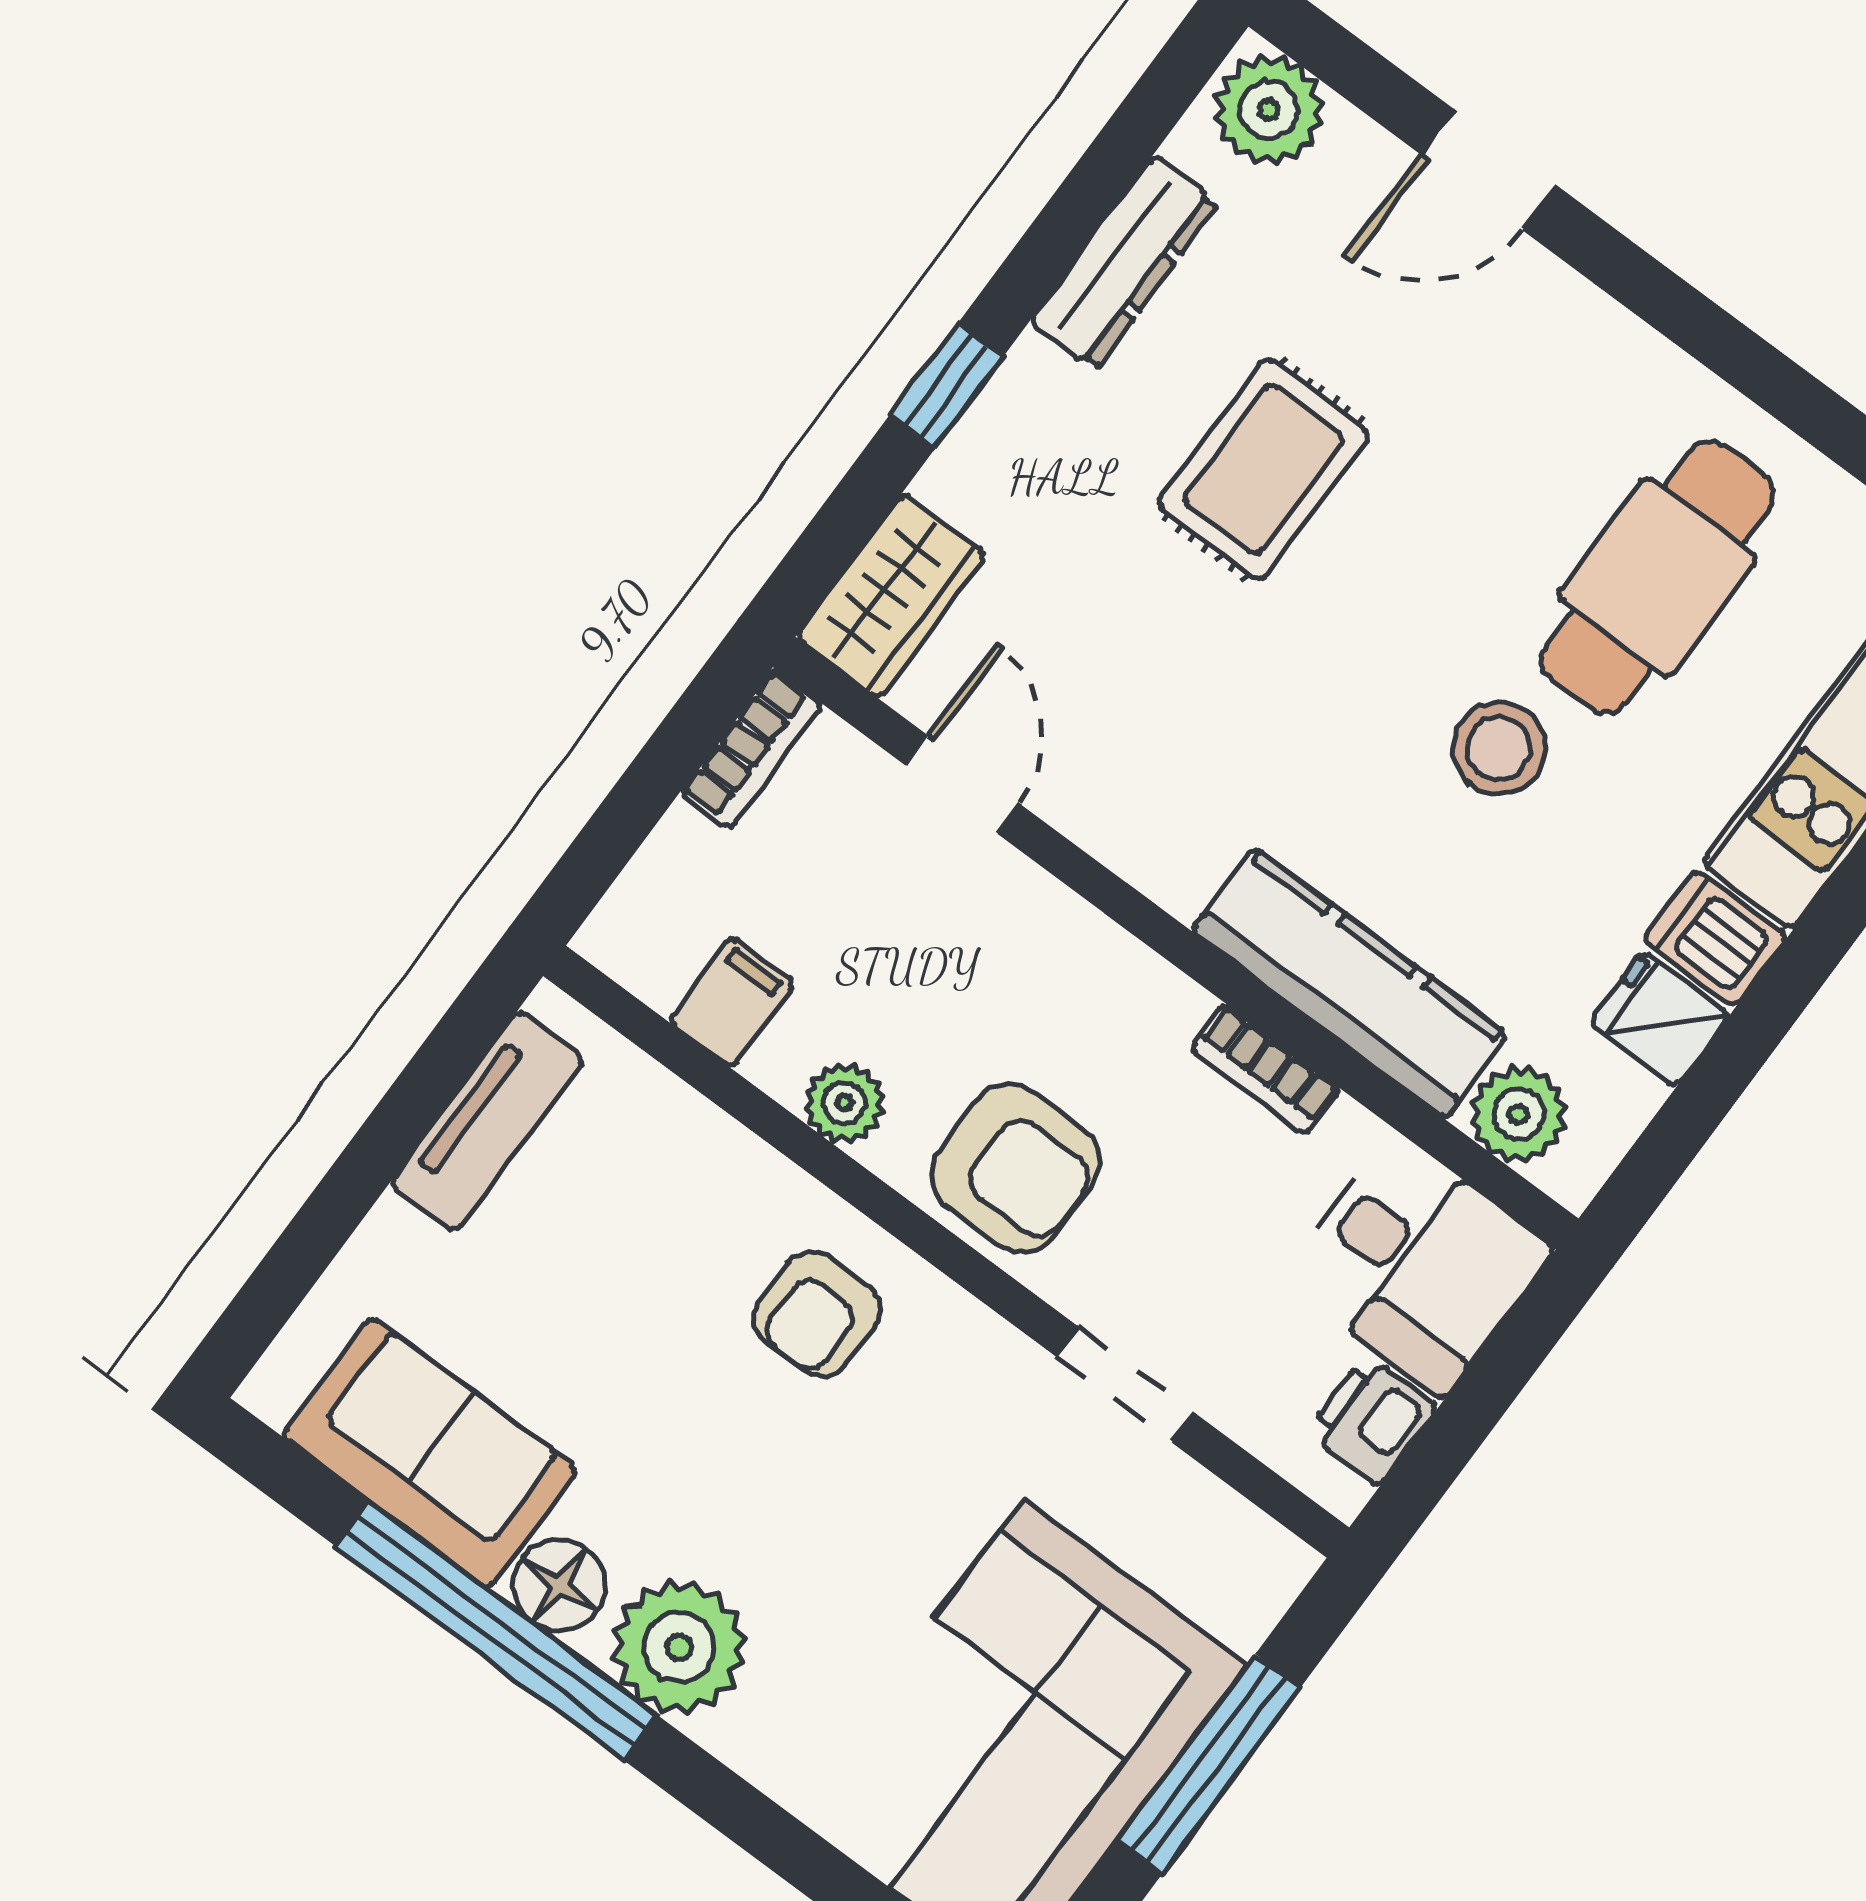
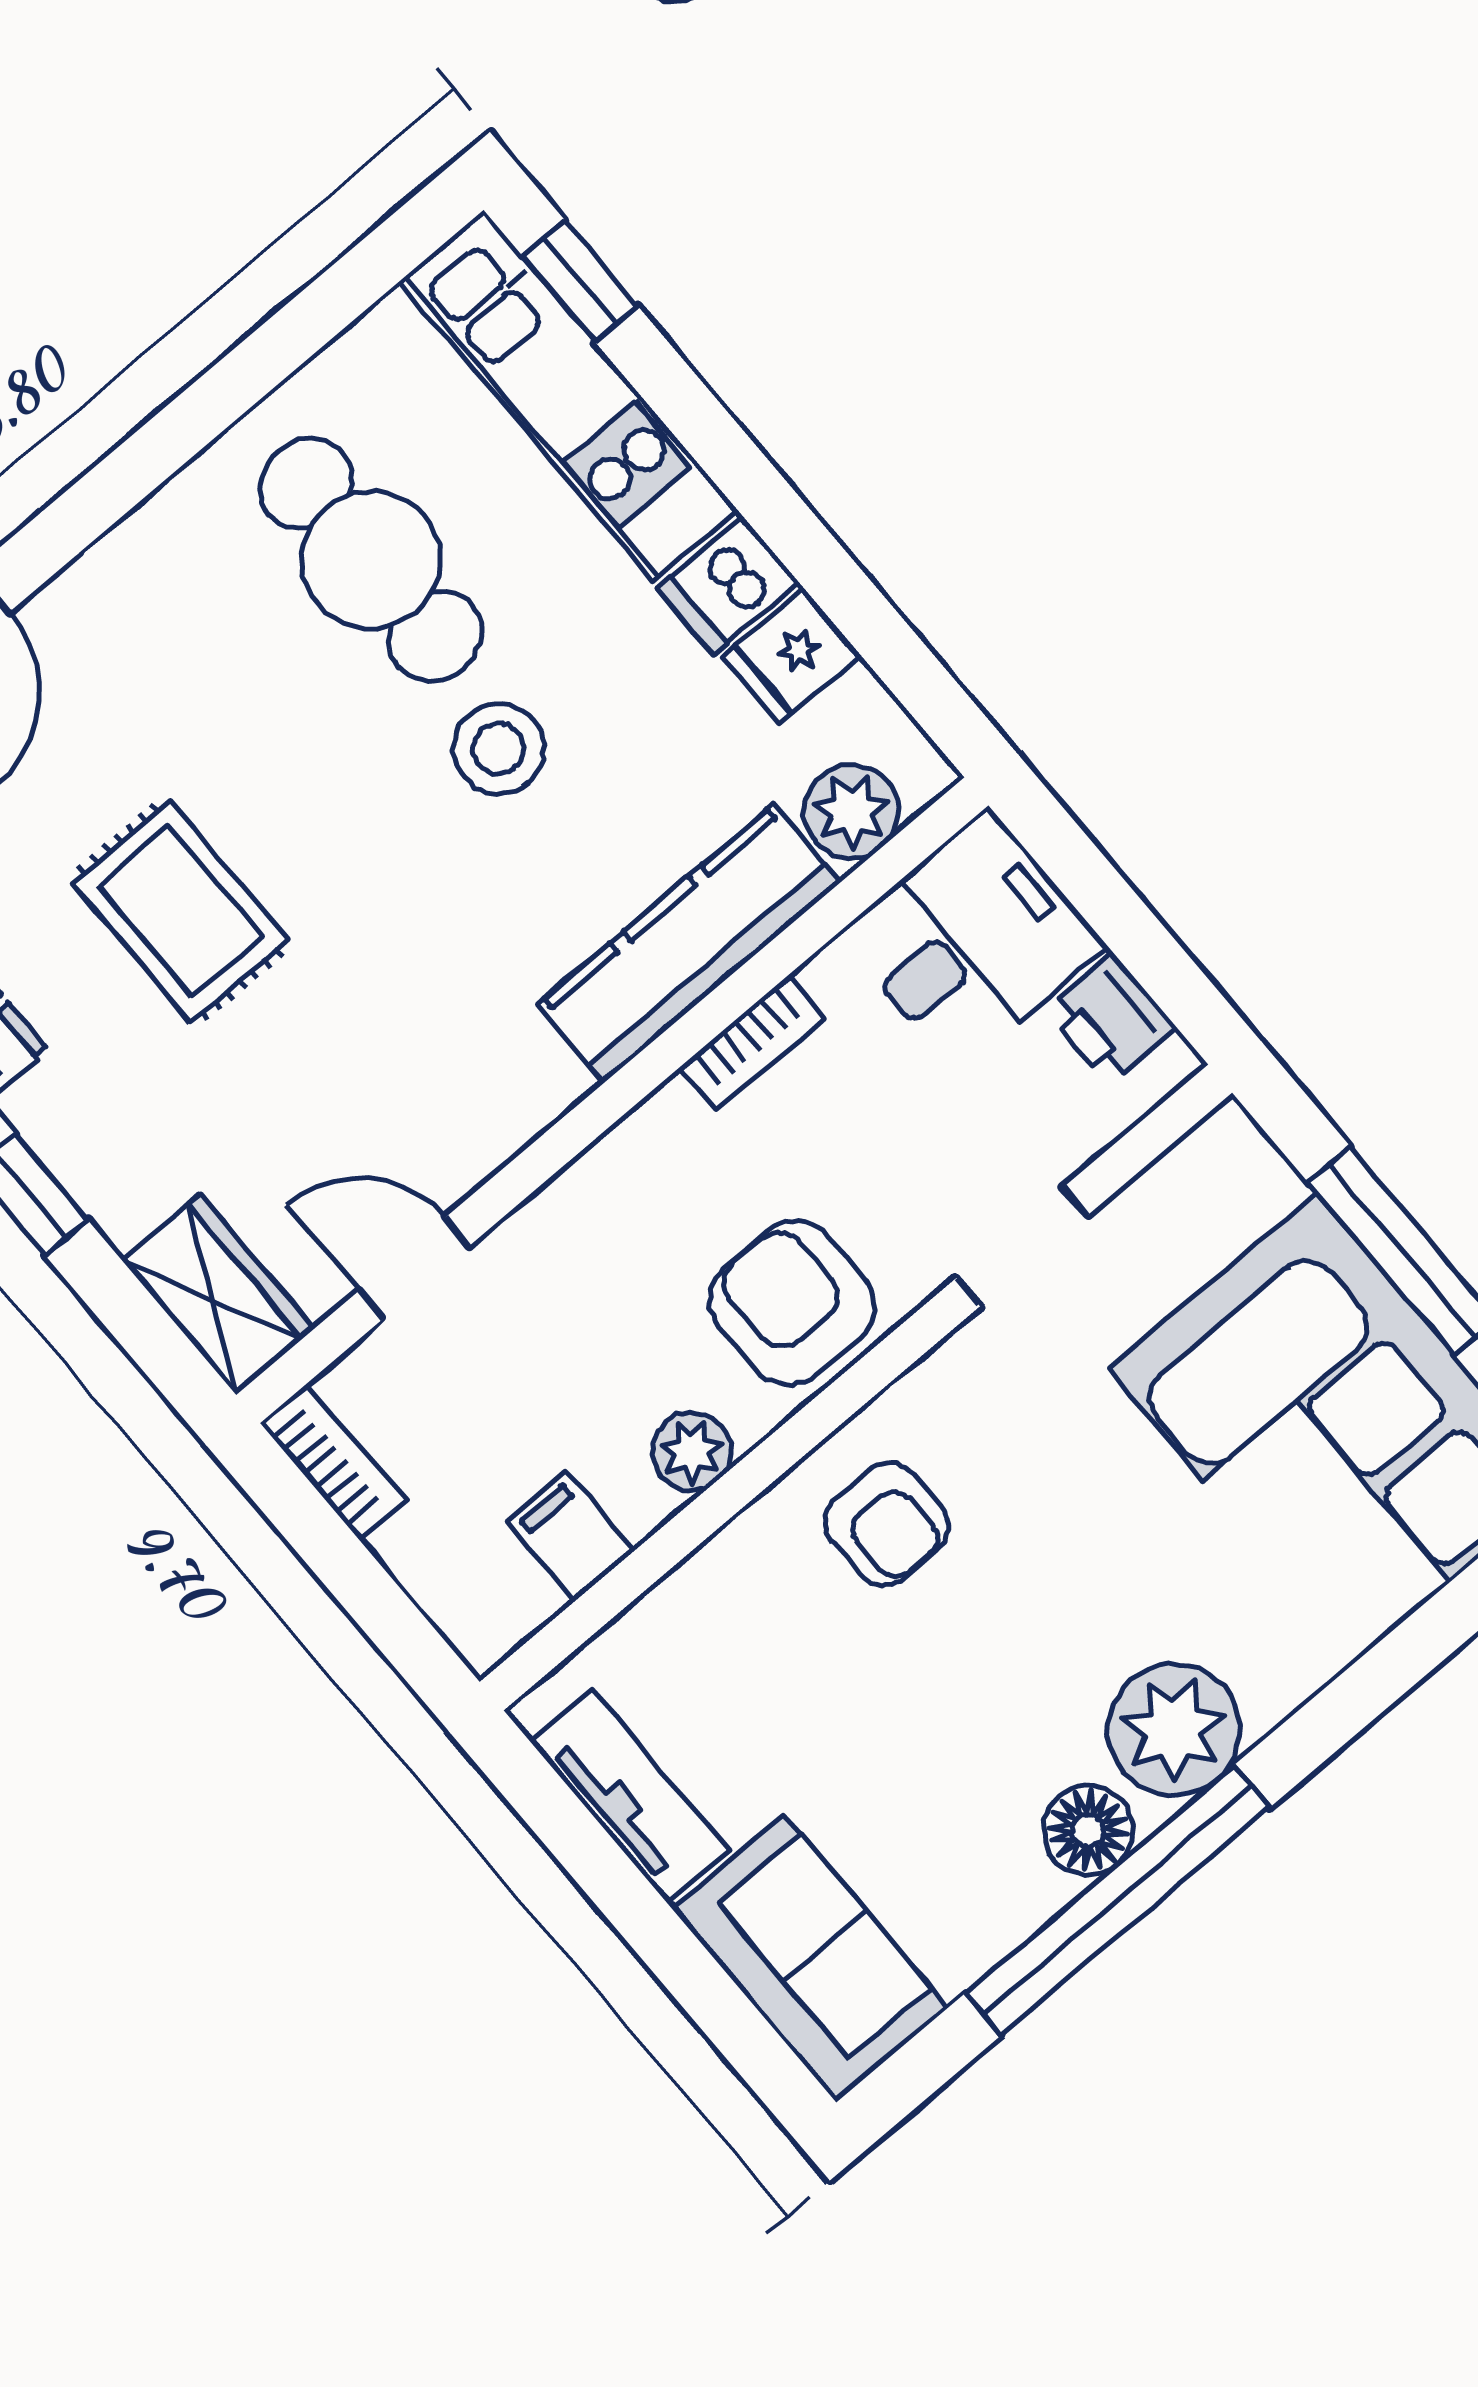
armchair: (1016, 1168) -> (792, 1303), turned -90
sofa: (430, 1453) -> (810, 1959), moved, turned 90

